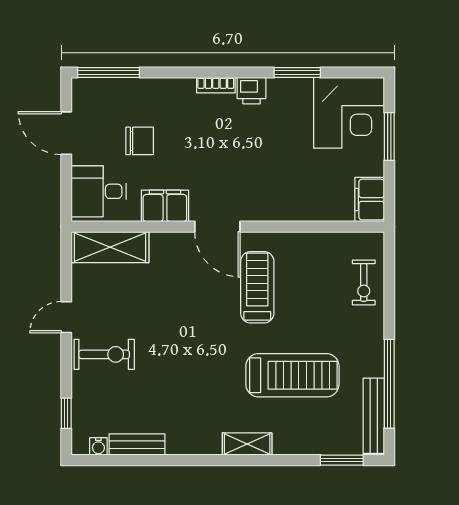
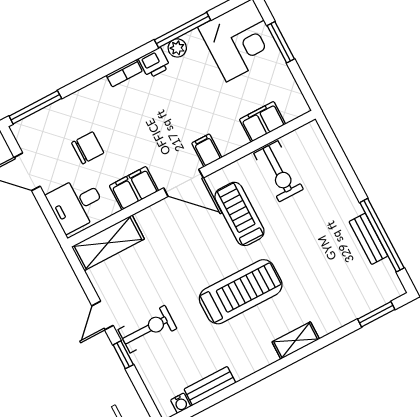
window: (297, 73) -> (183, 30), width x1.44
plant: (282, 88) -> (177, 48), added
filing cabinet: (370, 200) -> (262, 122), moved, turned 90
filing cabinet: (258, 206) -> (207, 150), added
exercise bike: (364, 282) -> (279, 171), moved, width x1.38, depth x1.39
treadmill: (292, 375) -> (241, 292), moved
window: (66, 413) -> (123, 355), moved
bench: (374, 416) -> (368, 239), moved, width x0.73

